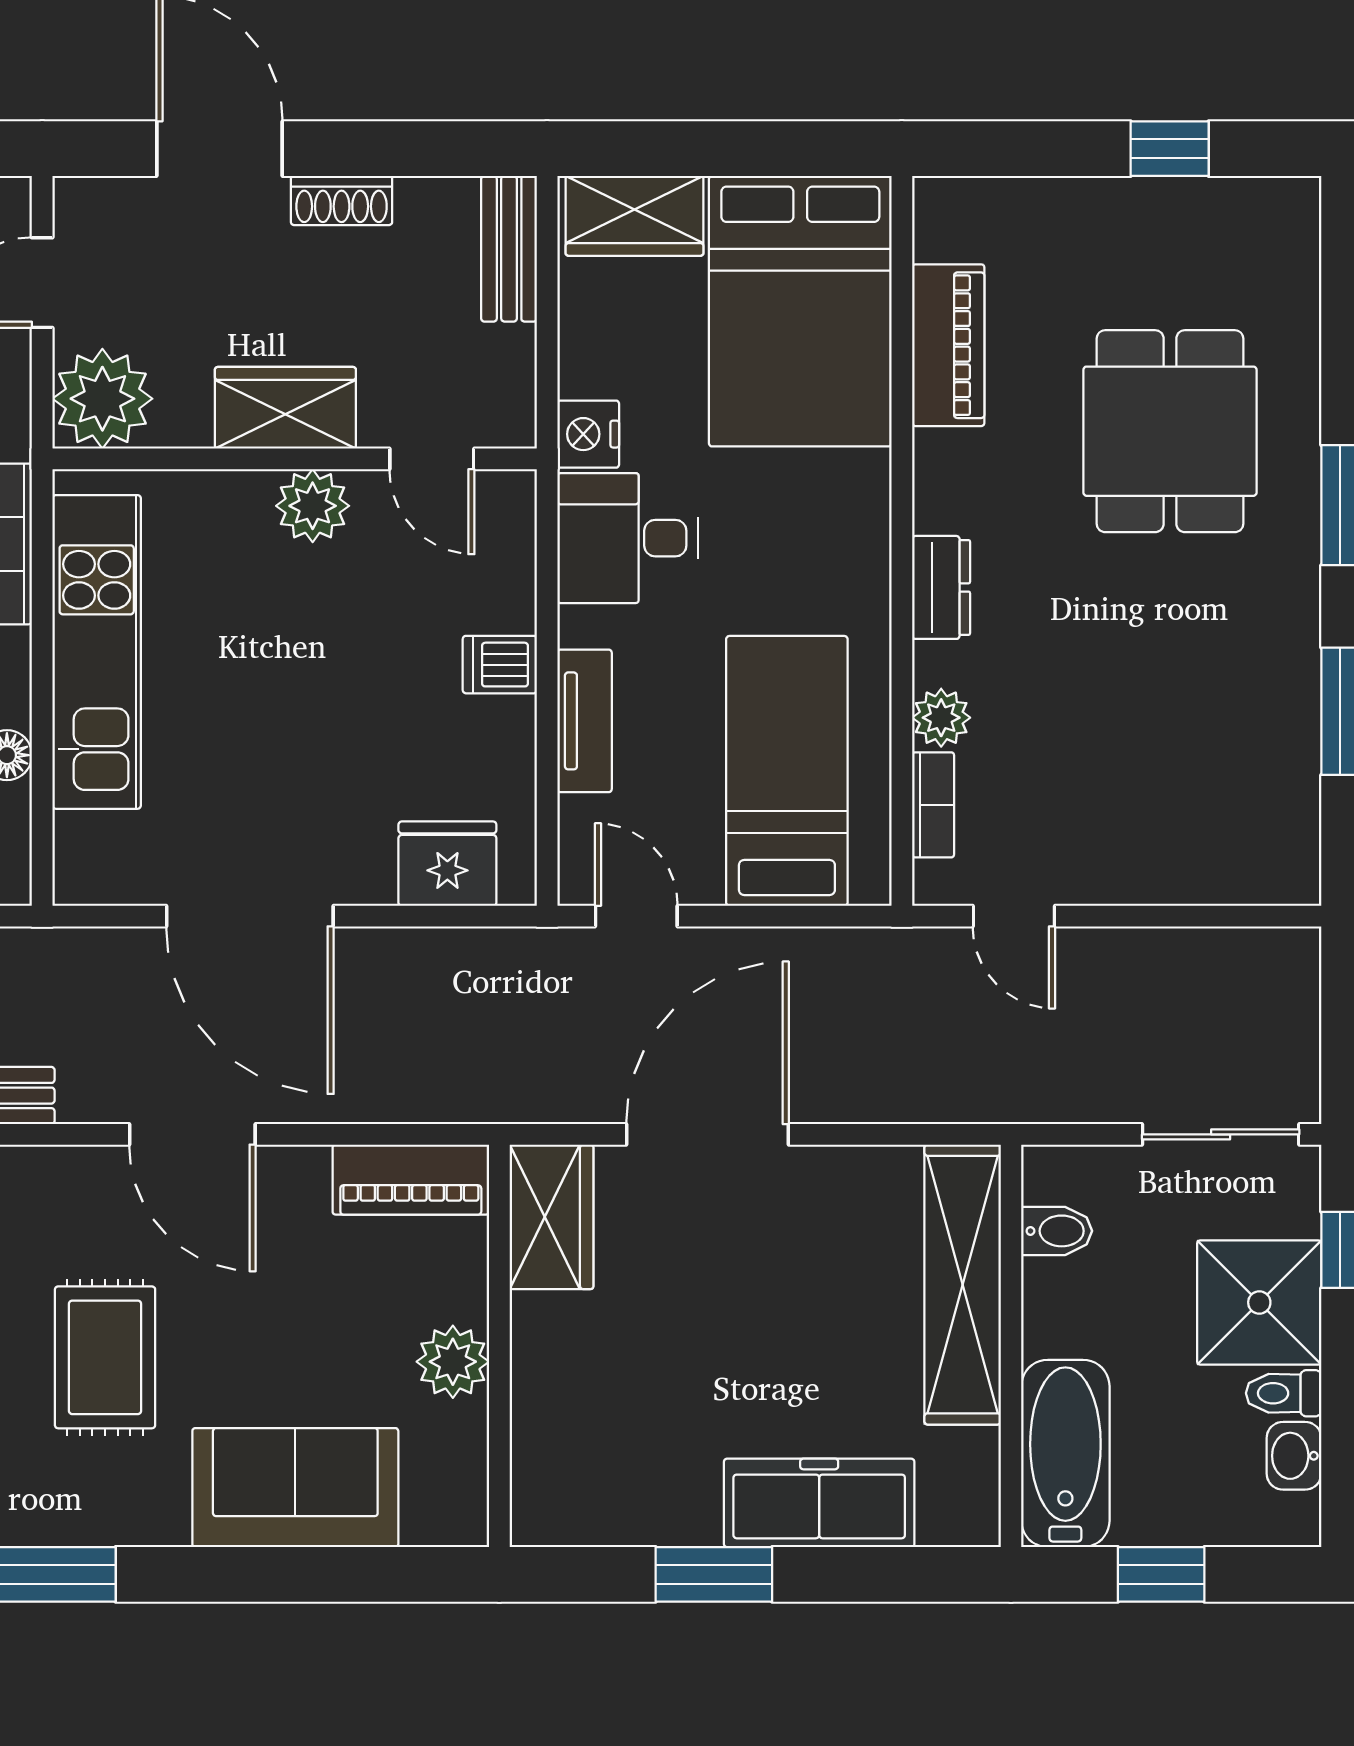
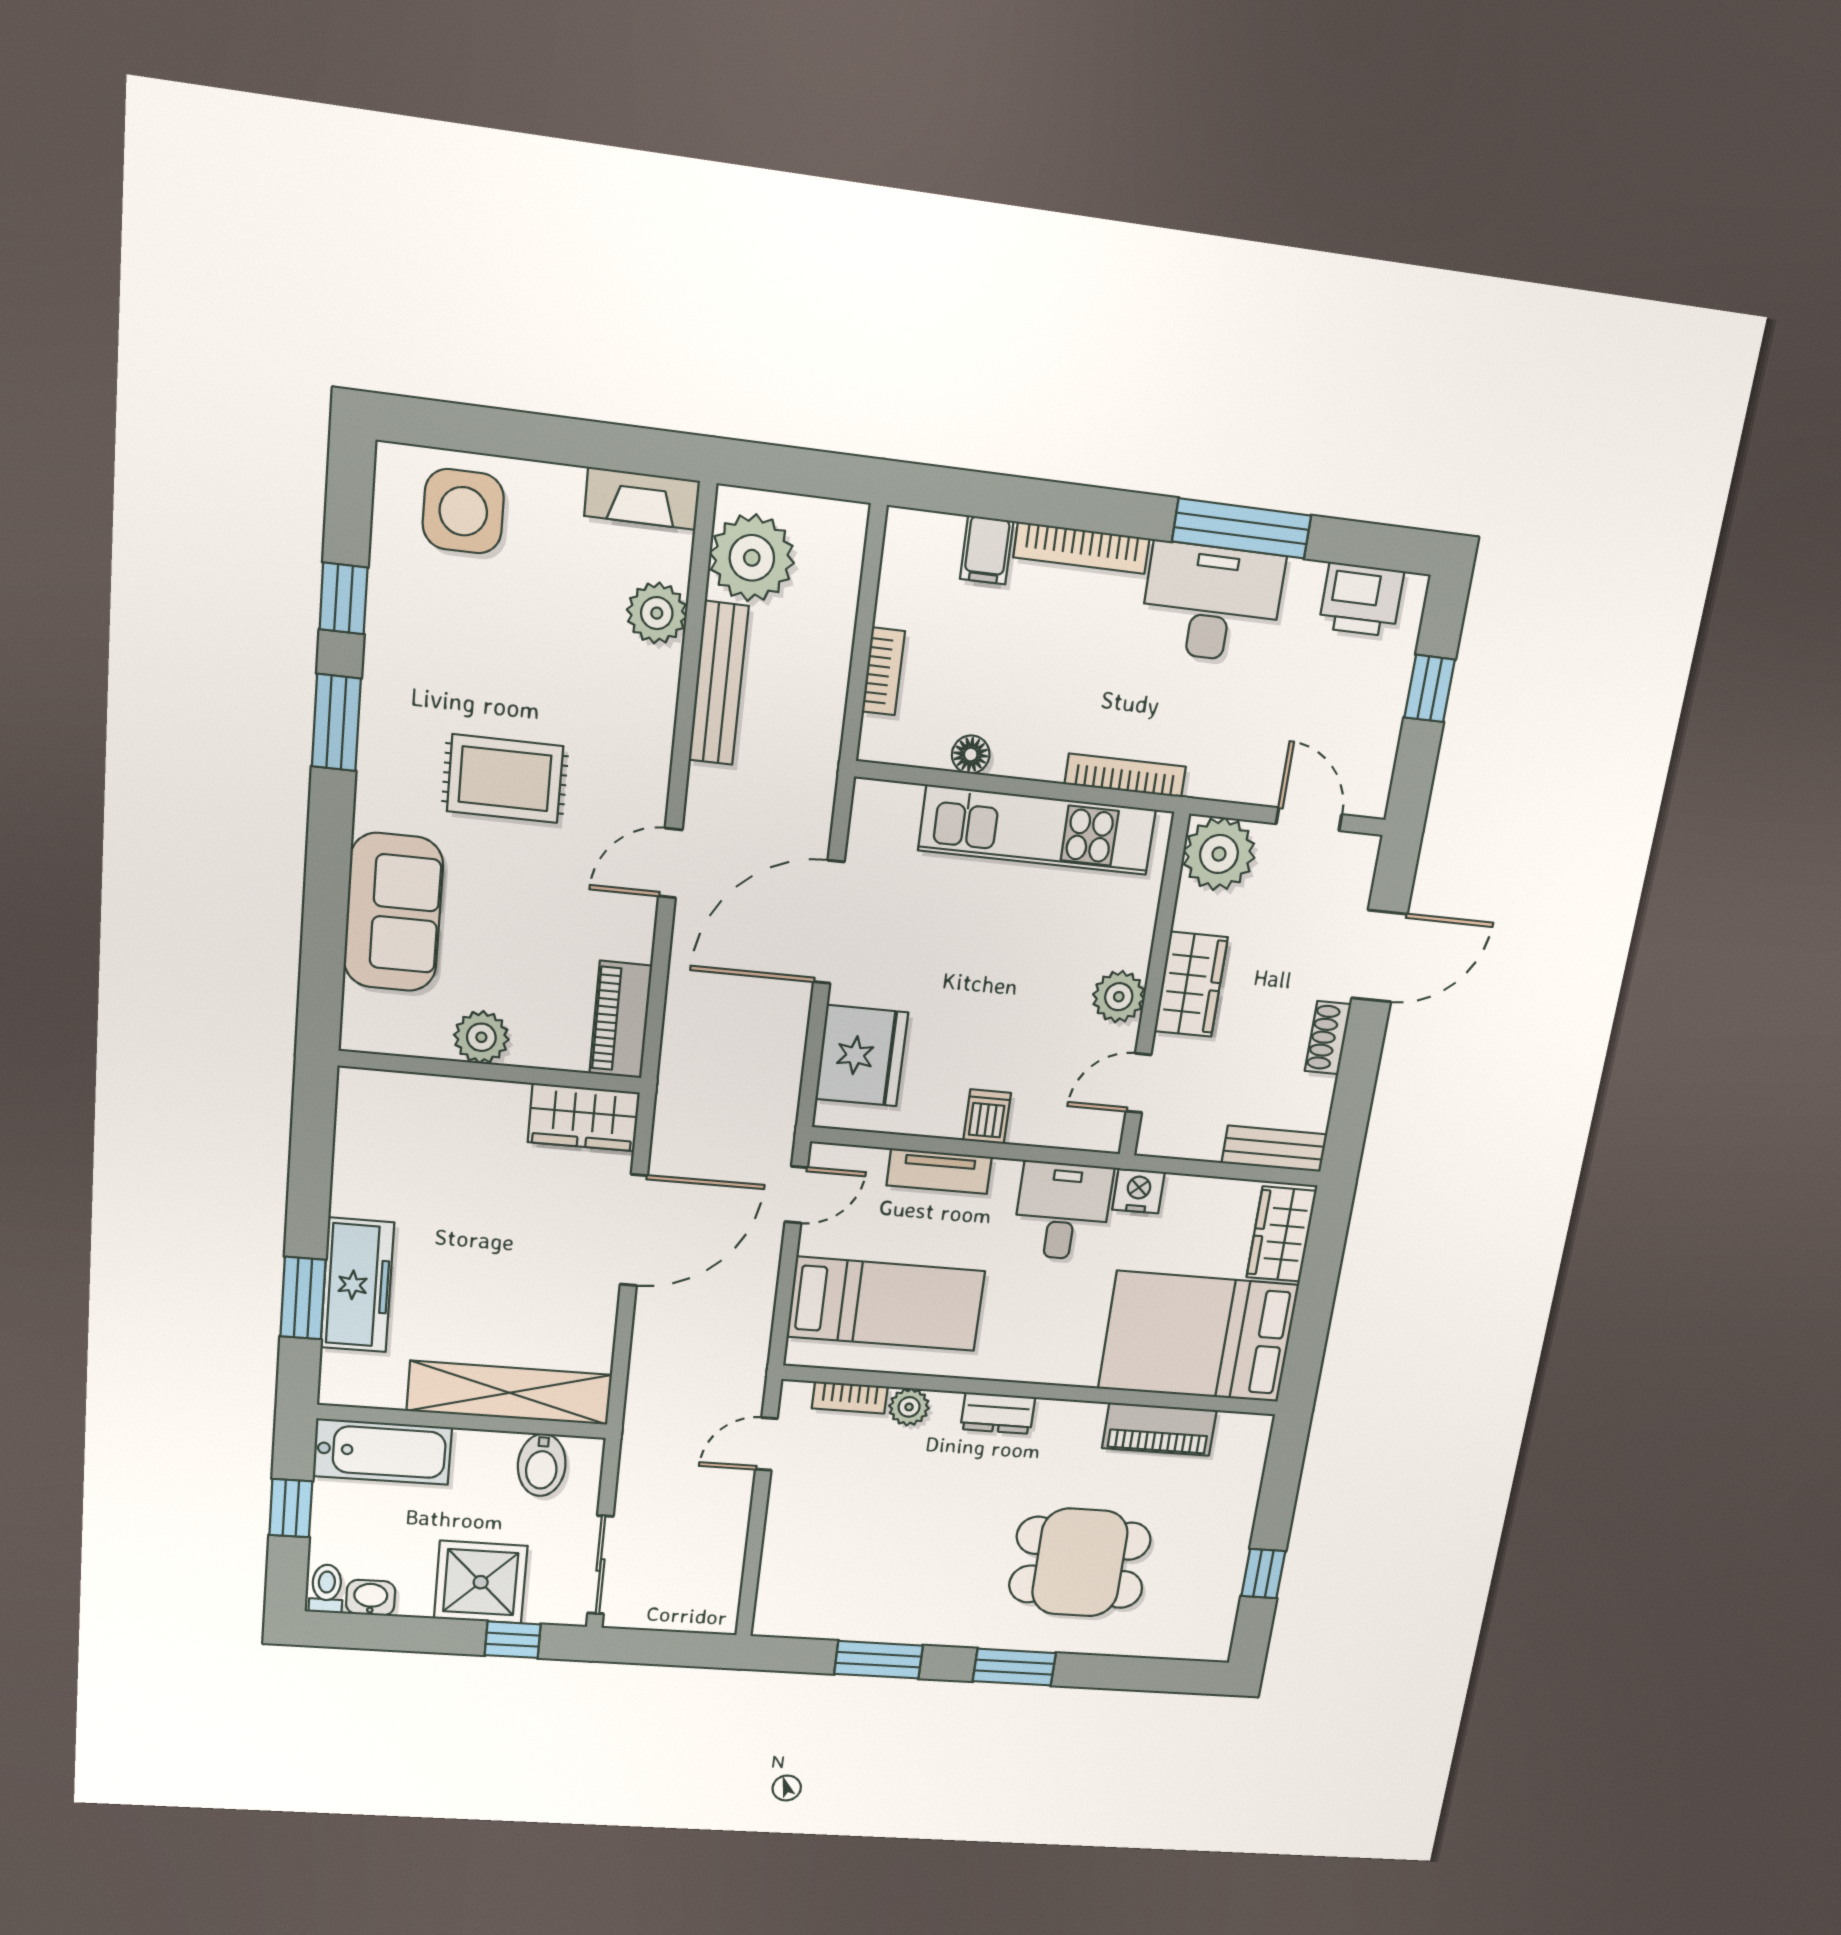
fridge: (447, 864) -> (862, 1056), width x1.36, depth x1.34
door: (192, 1134) -> (670, 863), width x0.73
door: (707, 1134) -> (634, 1230), hinge flipped
bidet: (1057, 1231) -> (542, 1465), width x1.38, depth x1.36
toilet: (1284, 1393) -> (326, 1589), moved
window: (714, 1574) -> (303, 1298), moved

